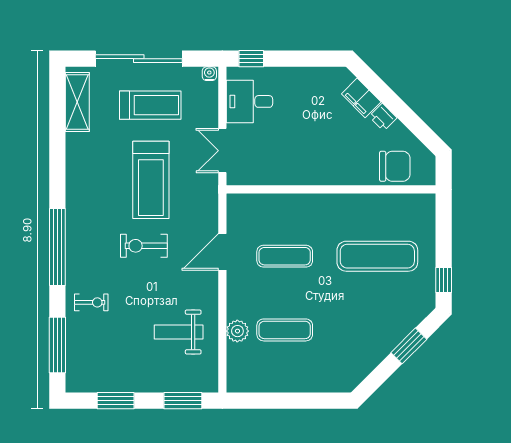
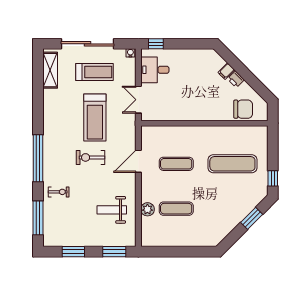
filing cabinet: (361, 98) -> (226, 71), width x0.50

